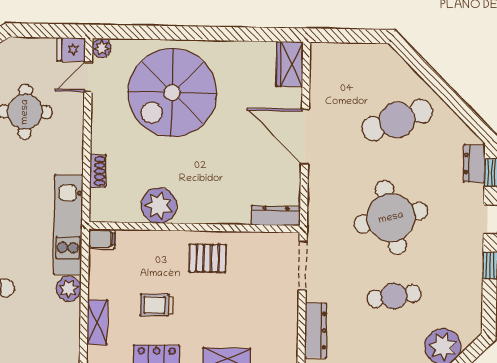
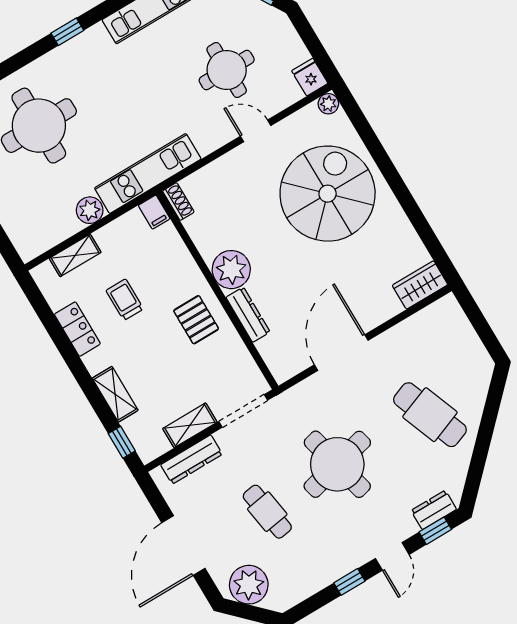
door: (88, 77) -> (256, 131), moved
spiral stairs: (172, 93) -> (328, 194), turned 90
door: (305, 137) -> (341, 353), moved
shoe rack: (98, 171) -> (178, 202), moved, turned -90
plant: (159, 205) -> (231, 270), moved
dresser: (276, 216) -> (248, 315), moved
shelving: (288, 315) -> (190, 425), added

